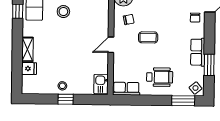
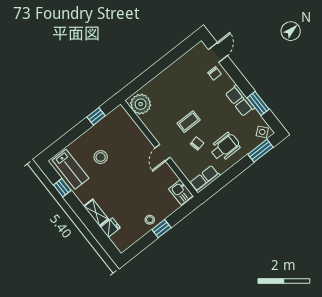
chair: (129, 20) -> (197, 144), moved

